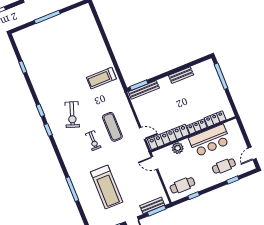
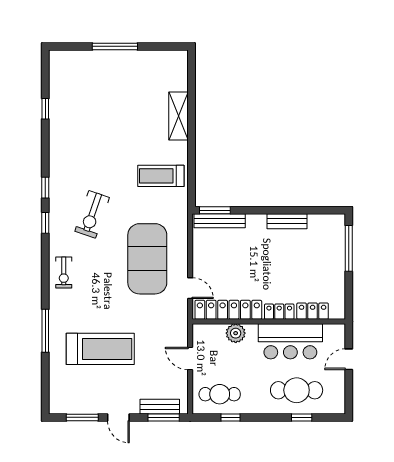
shelving: (98, 41) -> (178, 116), added
exercise mat: (112, 127) -> (147, 259), width x2.00, depth x1.45
exercise bike: (93, 141) -> (64, 273), moved
door: (252, 153) -> (349, 359), moved
door: (154, 163) -> (190, 359), moved
cafe table: (224, 166) -> (297, 390), width x1.37, depth x1.35
treadmill: (107, 187) -> (100, 349), turned -90

